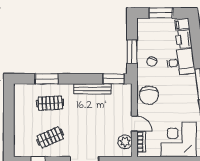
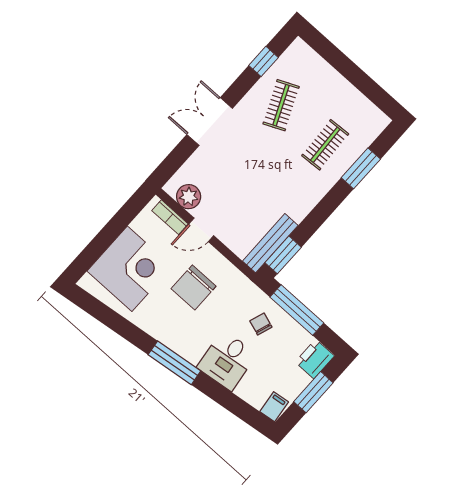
printer: (184, 39) -> (315, 359), moved, turned -83
window: (132, 52) -> (297, 310), width x1.44
bench: (92, 89) -> (270, 243), moved
chair: (149, 95) -> (194, 287), moved, turned -90

